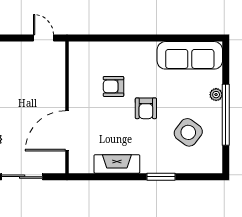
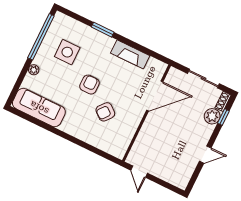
armchair: (113, 86) -> (105, 112), turned 129
window: (226, 115) -> (41, 37), moved
side table: (188, 132) -> (67, 52), turned -37

